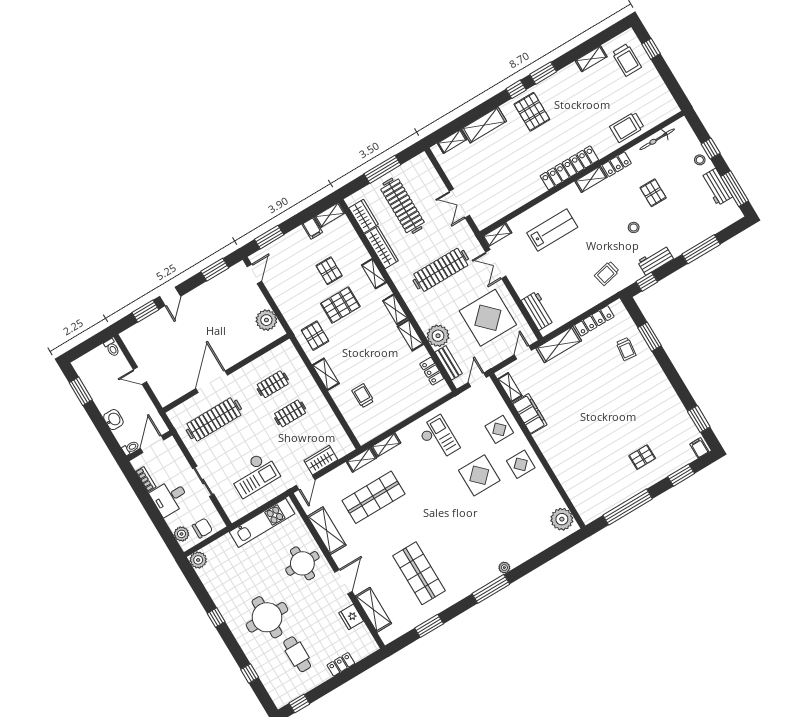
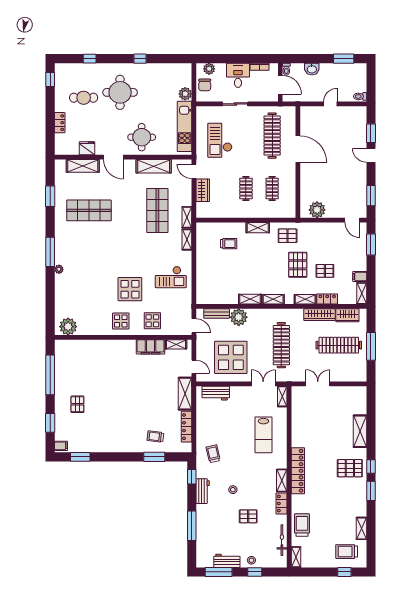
shelving: (452, 141) -> (296, 557), moved
locker: (432, 371) -> (327, 299), moved
plant: (198, 560) -> (185, 94), moved

